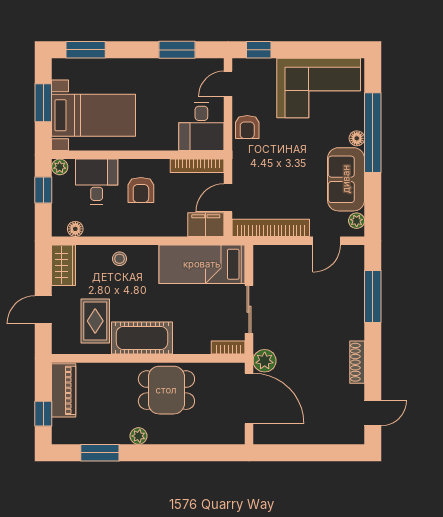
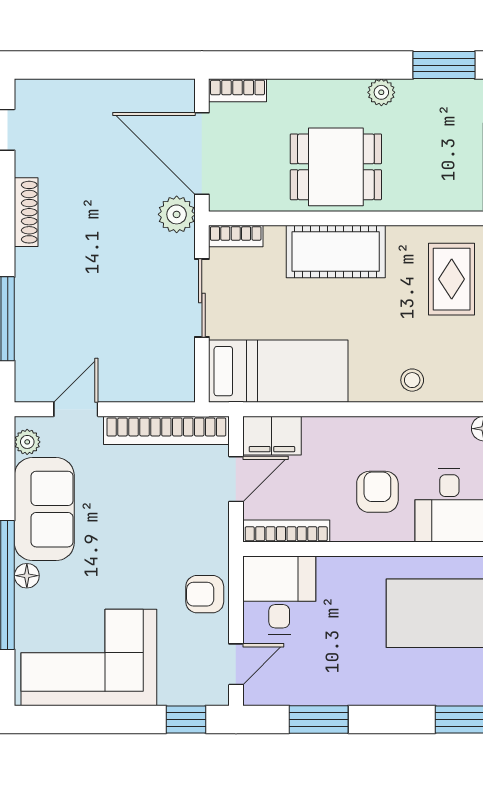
armchair: (247, 127) -> (205, 594), turned -90
cot: (142, 338) -> (336, 251), moved
bookcase: (227, 437) -> (238, 90), added

